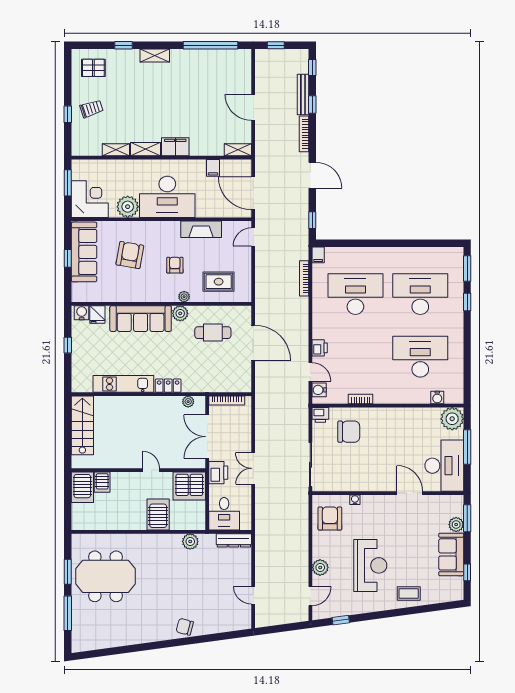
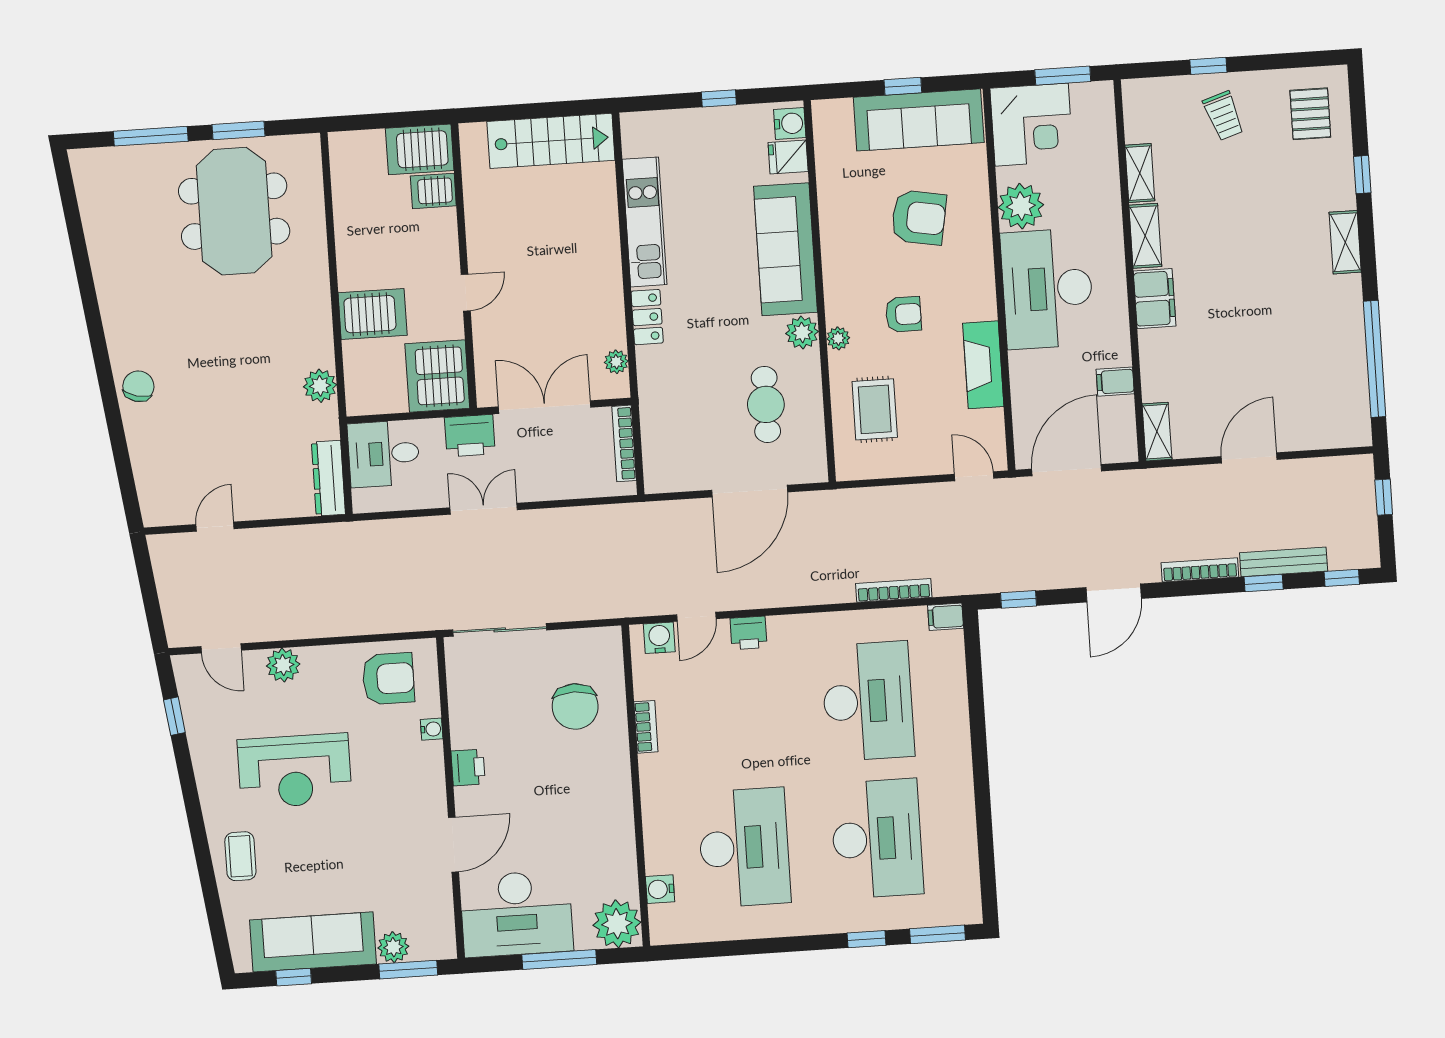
printer: (320, 415) -> (468, 767), moved, turned 180
sofa: (451, 554) -> (313, 942), width x1.36

